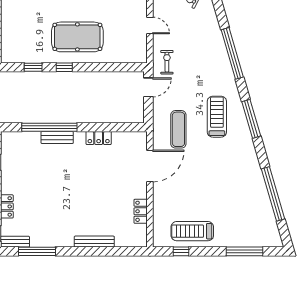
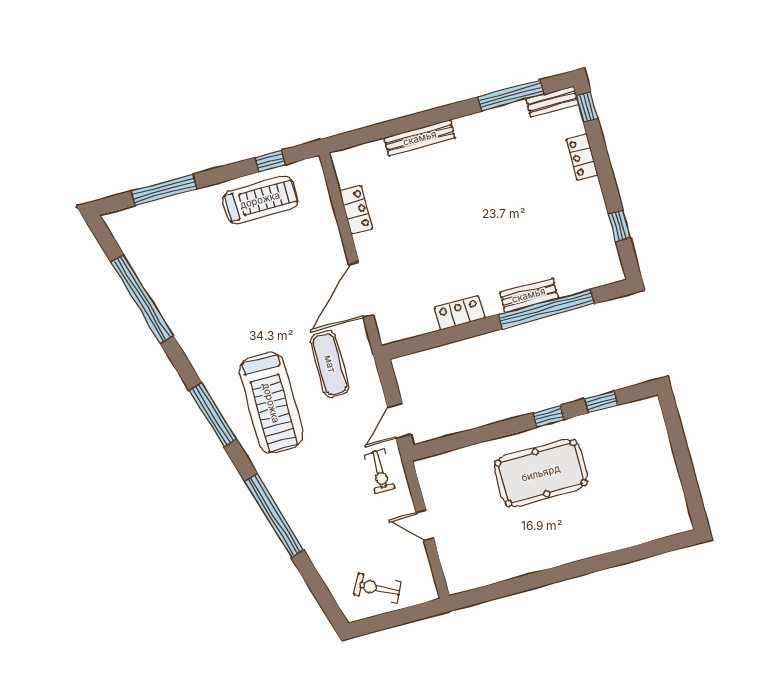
treadmill: (217, 117) -> (271, 403), width x1.37, depth x1.38

